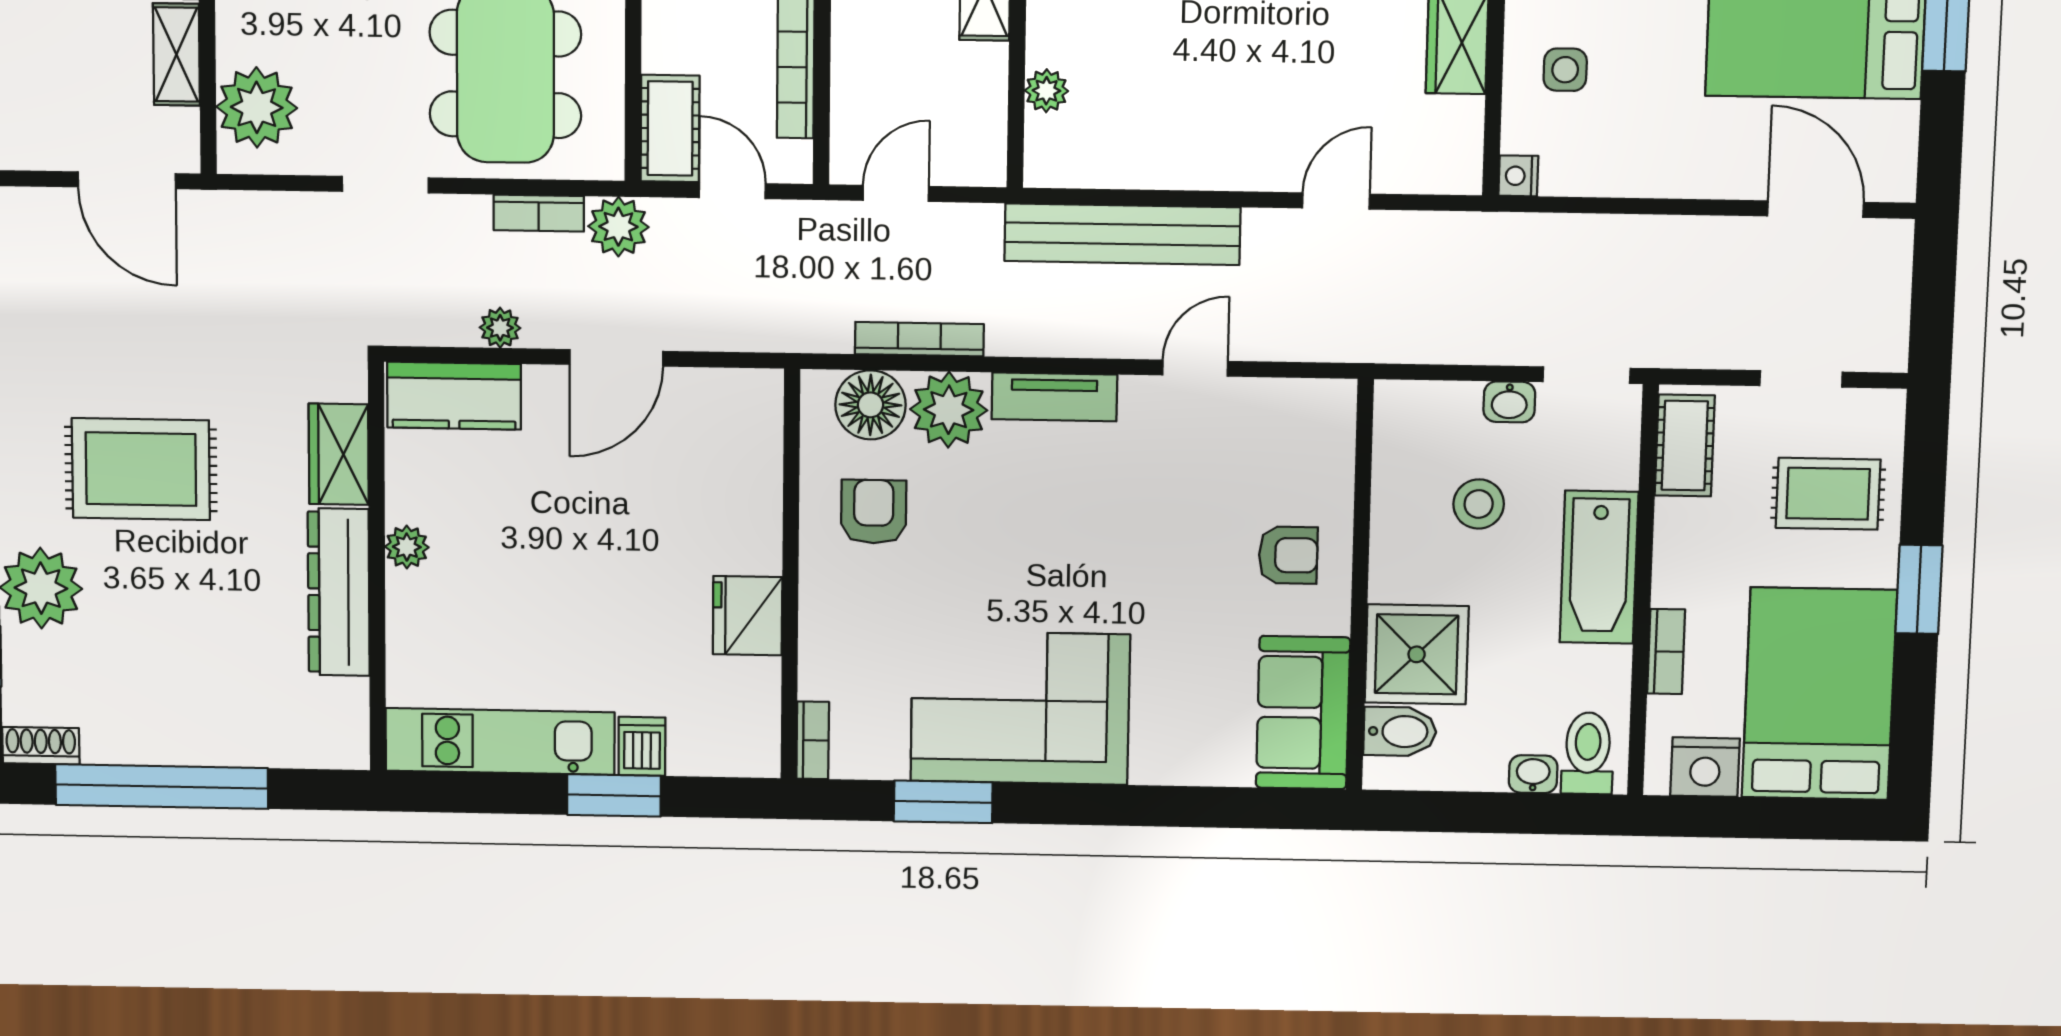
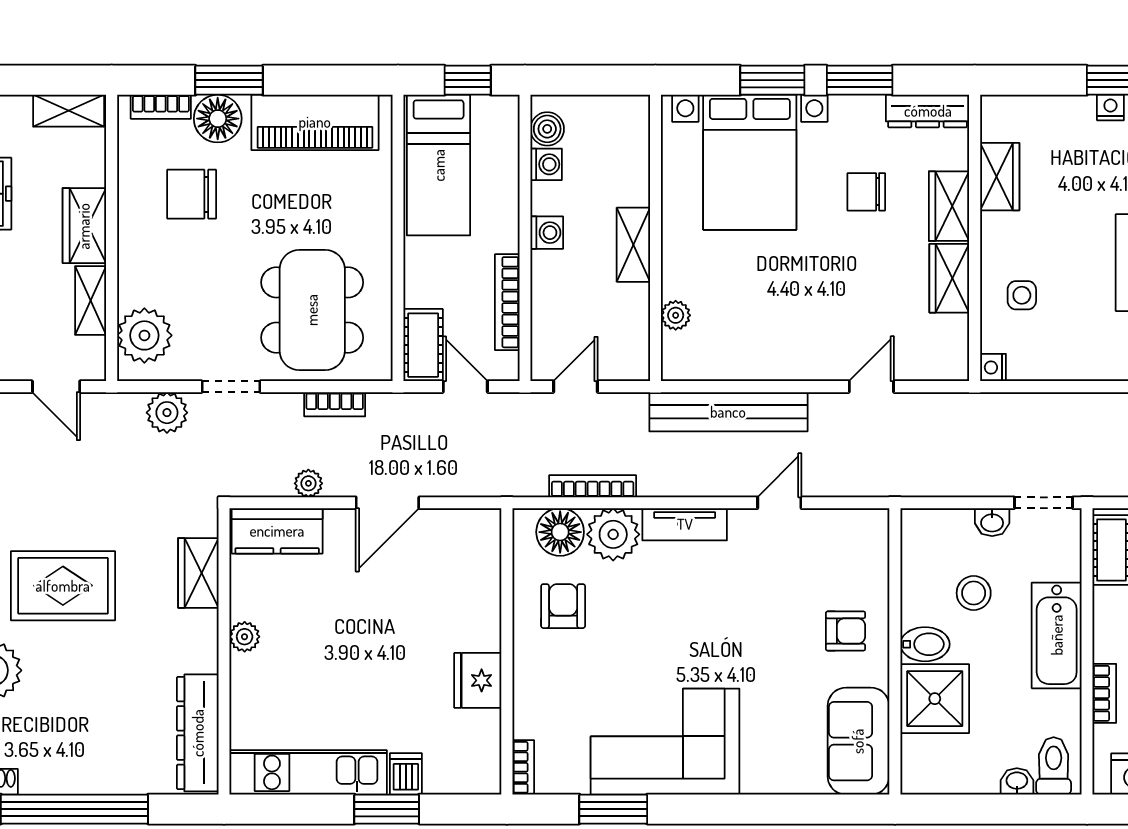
door: (127, 180) -> (56, 387), width x0.73
plant: (618, 227) -> (167, 413), moved
dresser: (339, 592) -> (198, 733), moved
bidet: (1400, 731) -> (925, 644), moved

